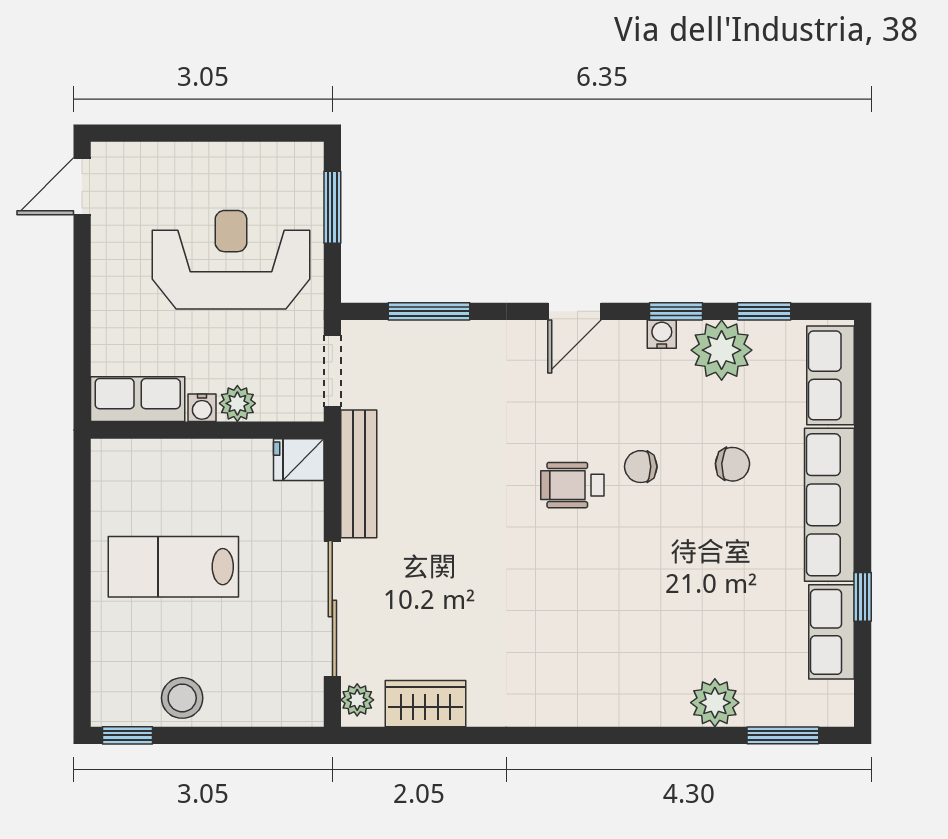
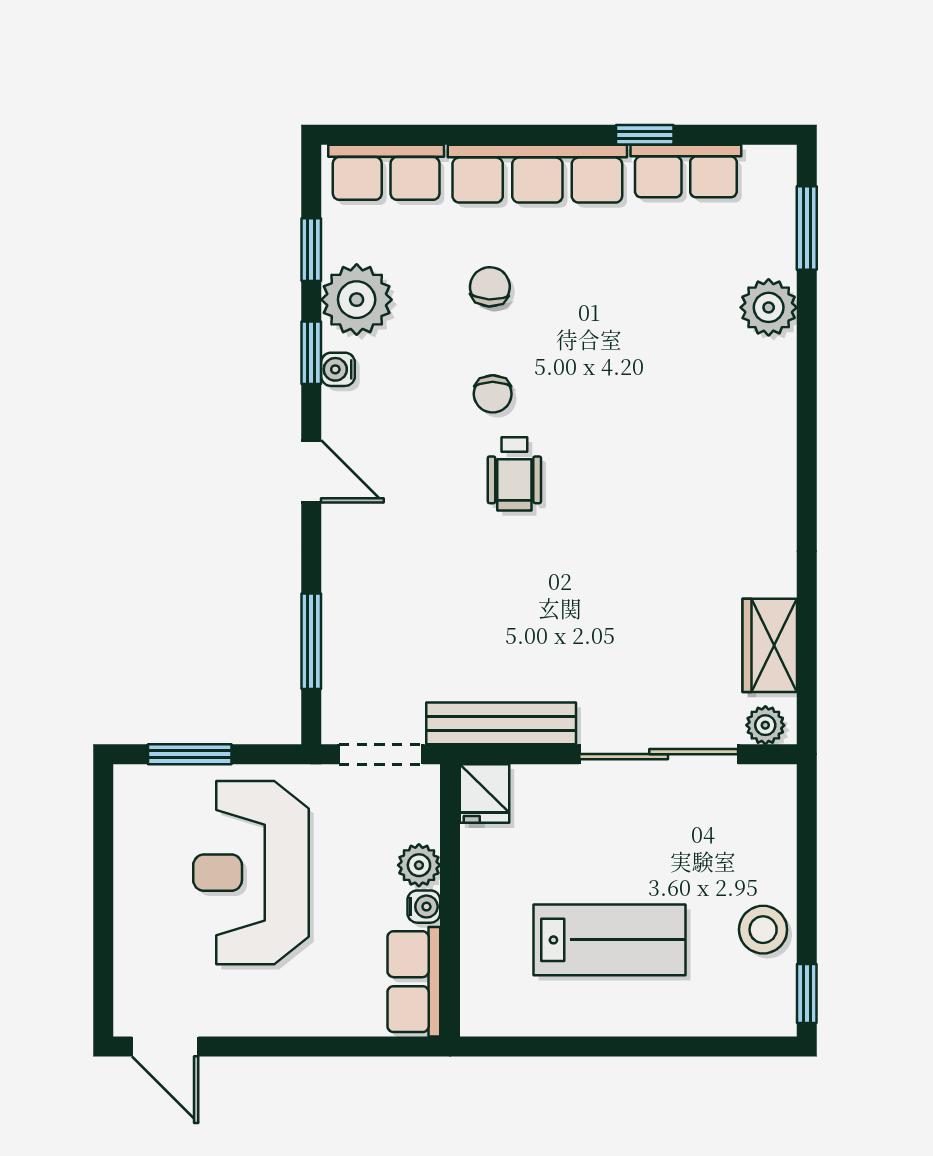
lab bench: (173, 567) -> (610, 940), turned -90

